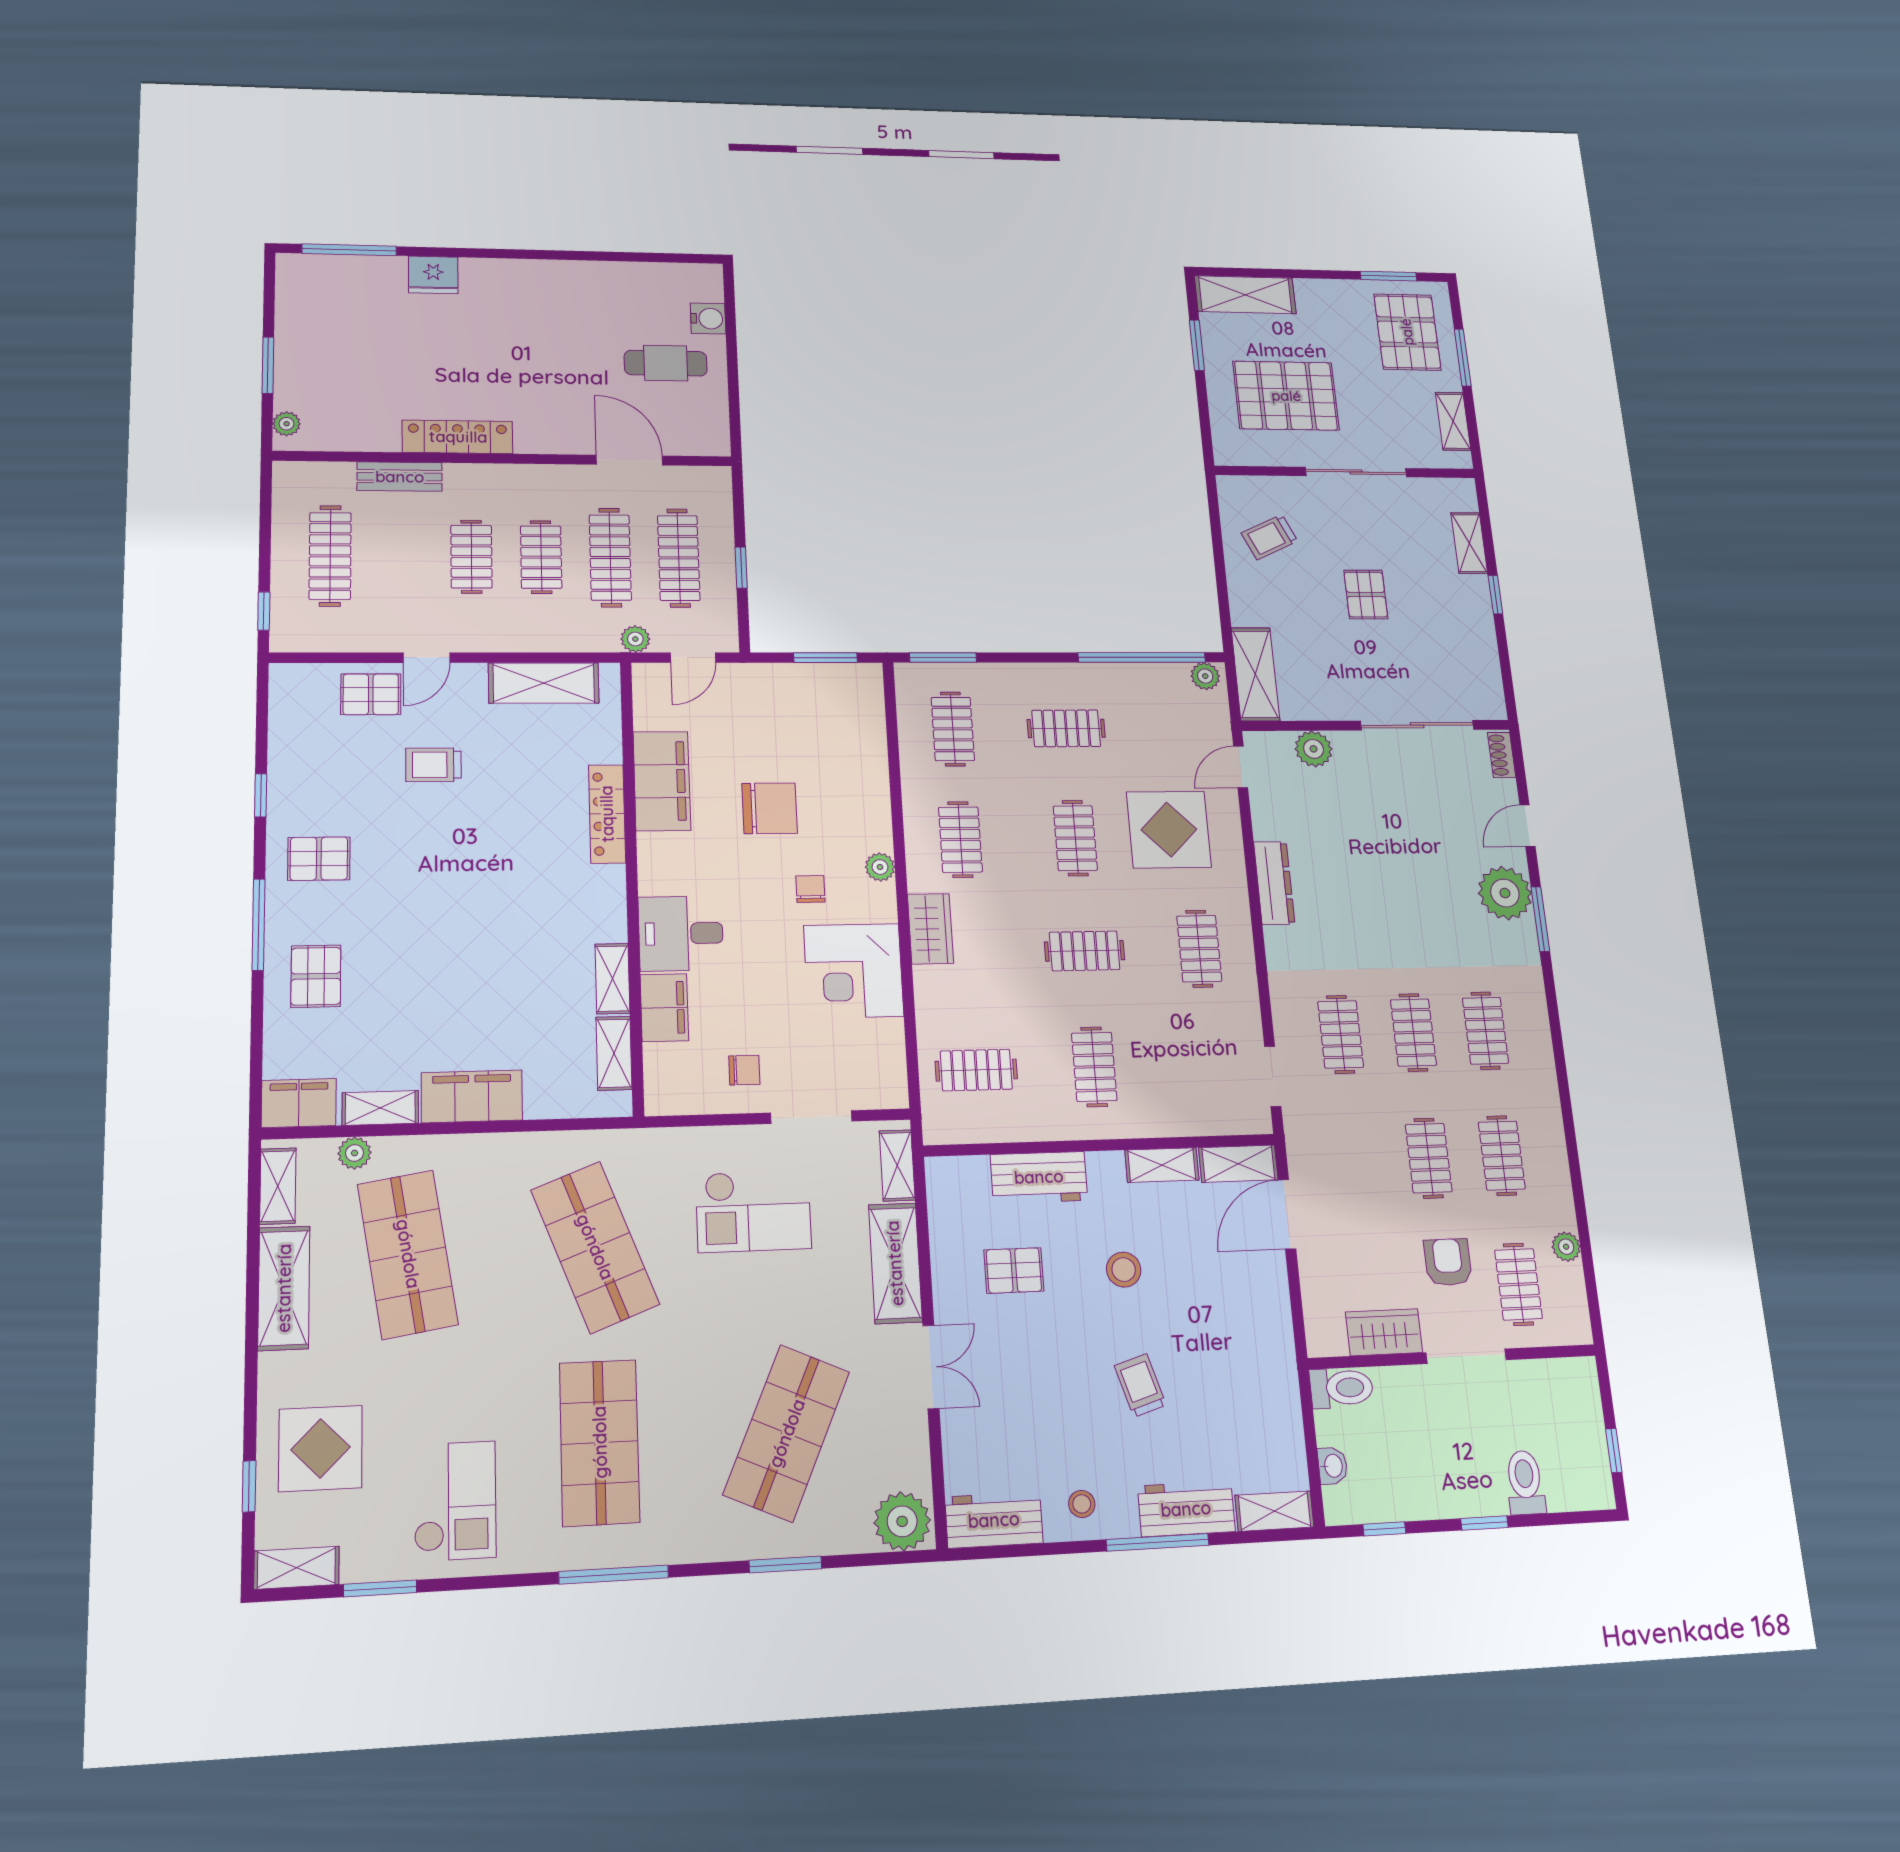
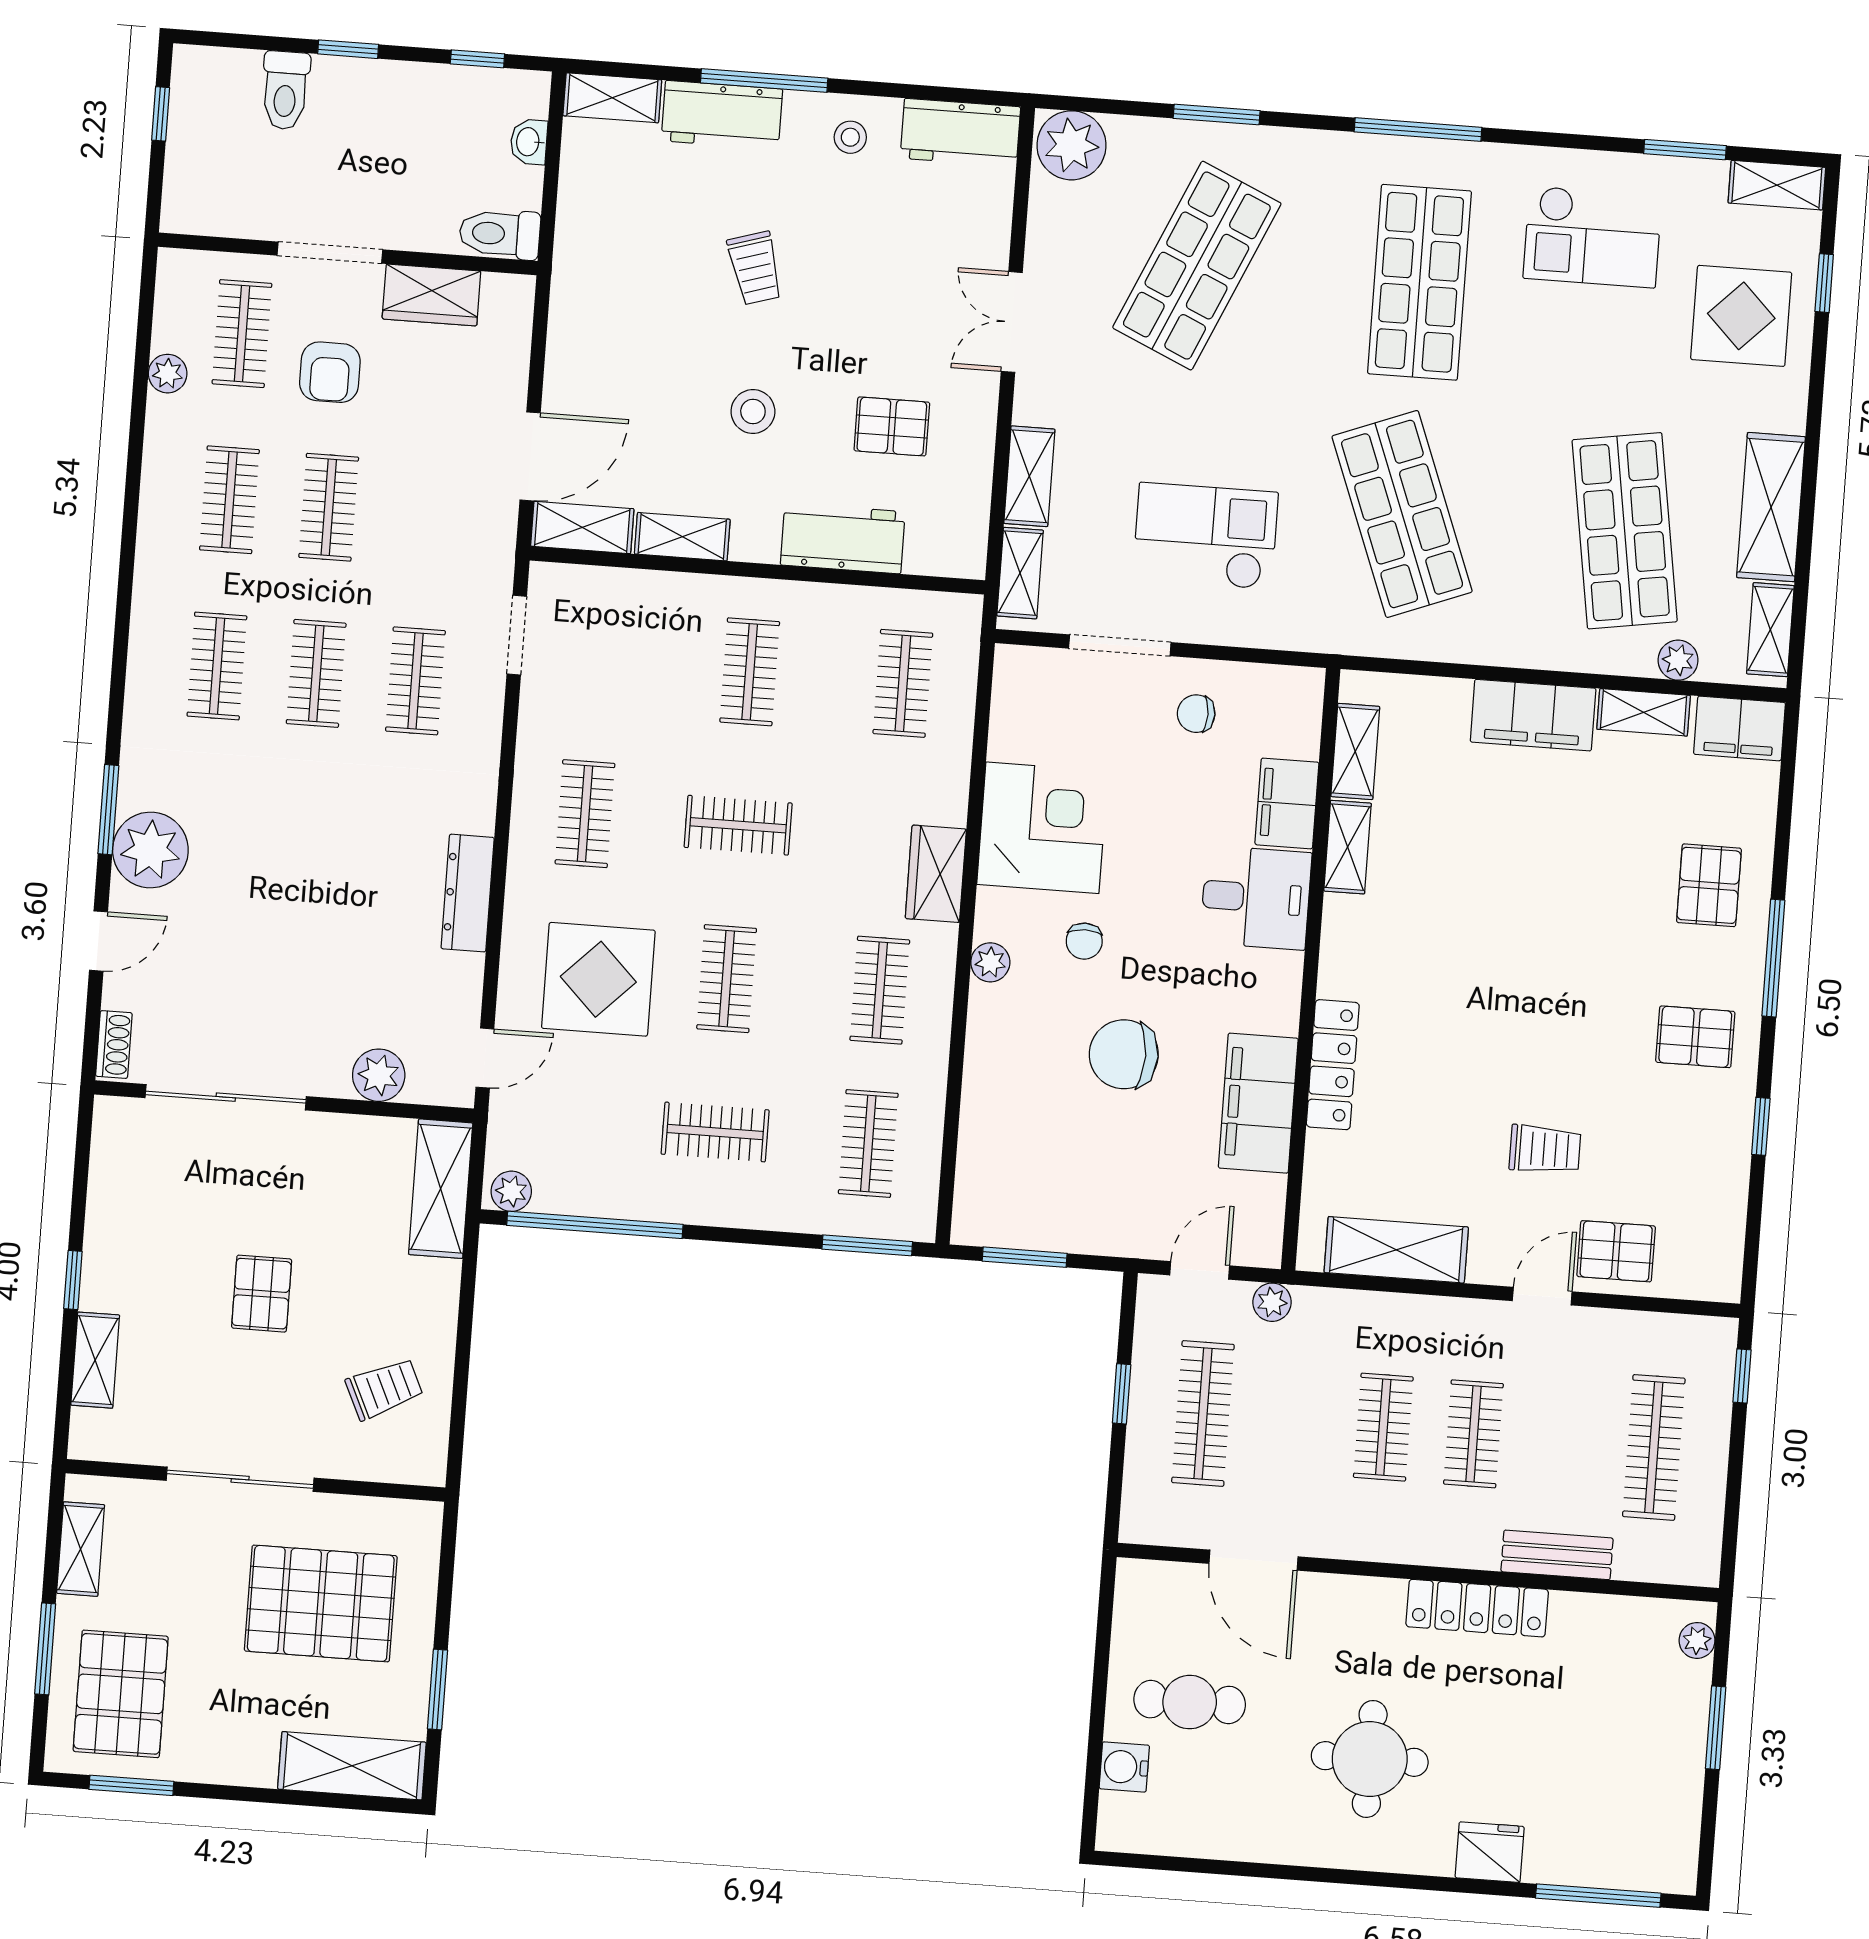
round table: (529, 332) -> (1370, 1759), added
clothes rail: (610, 558) -> (1293, 1420), removed
clothes rail: (976, 1070) -> (903, 683), turned 90
shelving: (895, 1263) -> (1029, 476), width x0.67, depth x0.75
checkout: (455, 1501) -> (1592, 237), turned -90

